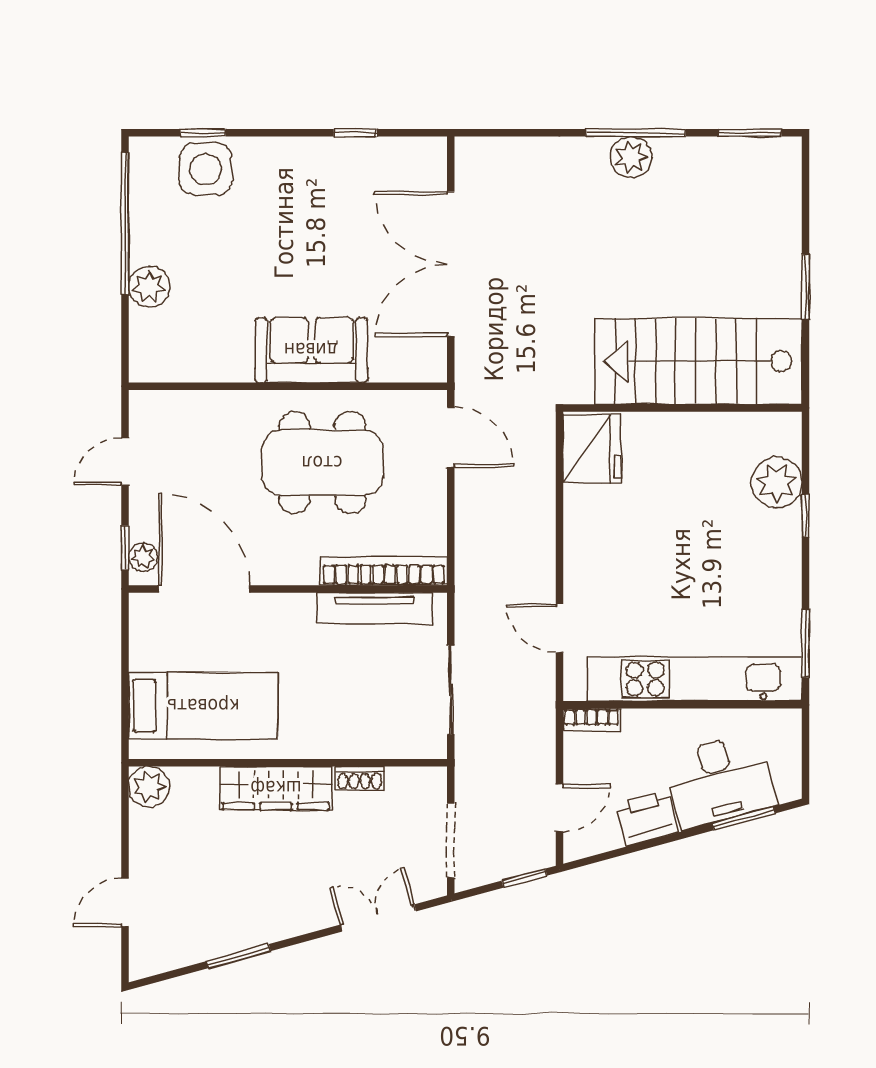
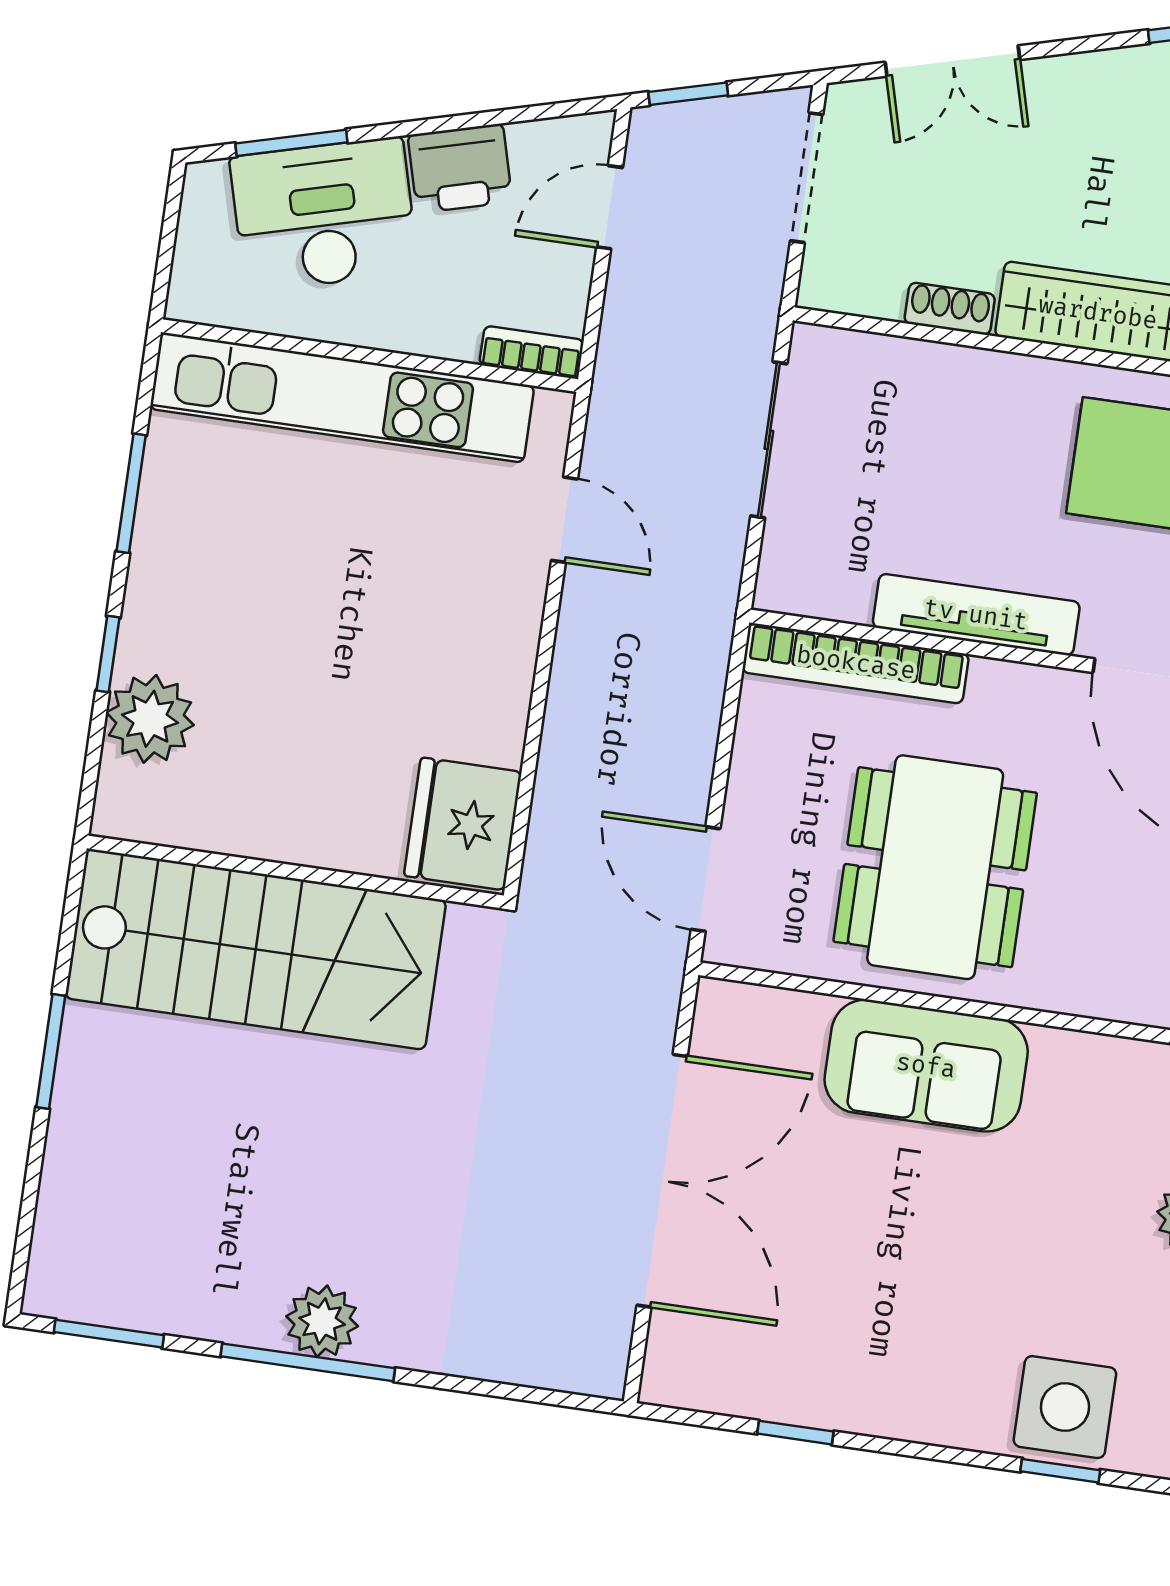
dining table: (322, 463) -> (935, 867), turned 90
tv unit: (375, 608) -> (976, 615), moved
window: (806, 643) -> (131, 493), moved

